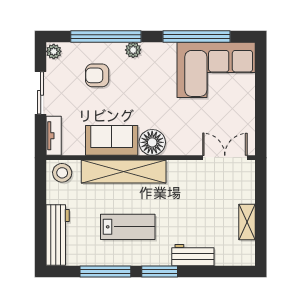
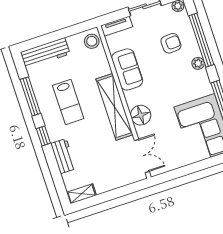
armchair: (97, 75) -> (171, 43), turned 87
floor lamp: (152, 142) -> (141, 115), moved
shelving: (124, 172) -> (114, 107), moved
shelving: (247, 222) -> (81, 194), moved
window: (160, 272) -> (43, 136), width x0.67

